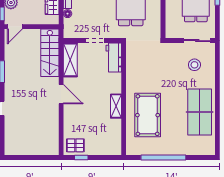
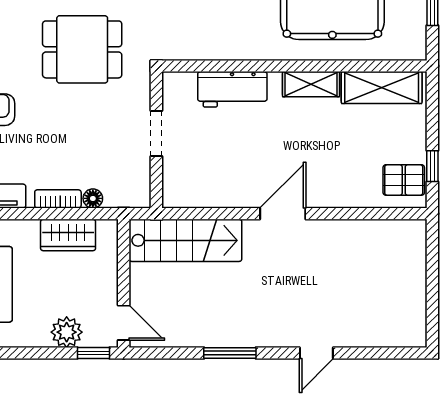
workbench: (114, 57) -> (232, 89), moved
shelving: (70, 60) -> (382, 88), moved
pallet: (75, 145) -> (404, 180), turned 90

